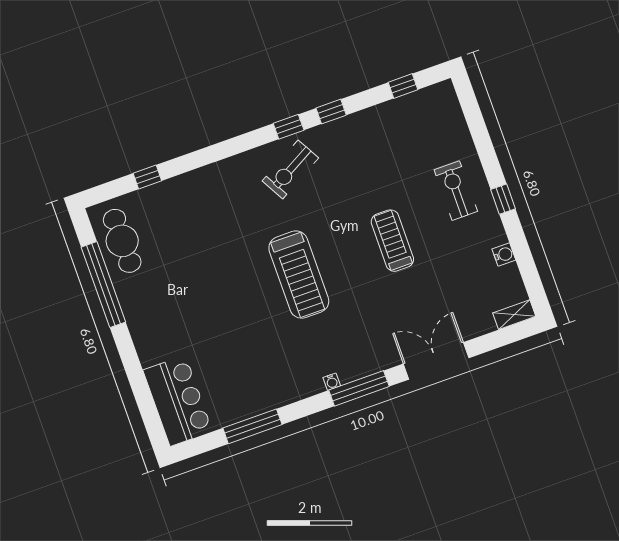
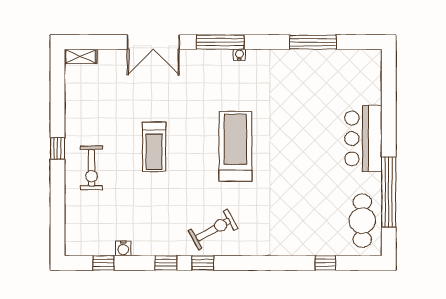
water cooler: (504, 255) -> (123, 248), moved, turned -90
bar counter: (178, 401) -> (363, 138), moved

